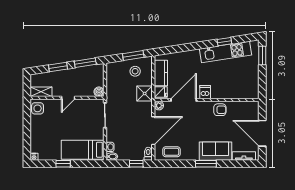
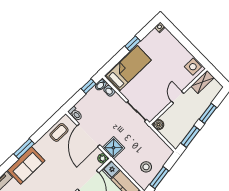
shower: (145, 94) -> (113, 148), moved
window: (136, 164) -> (89, 86), moved

